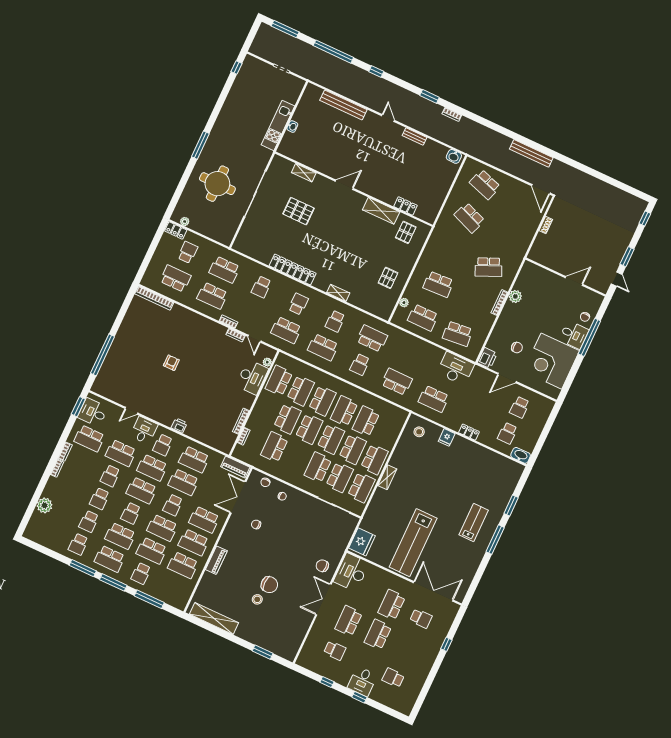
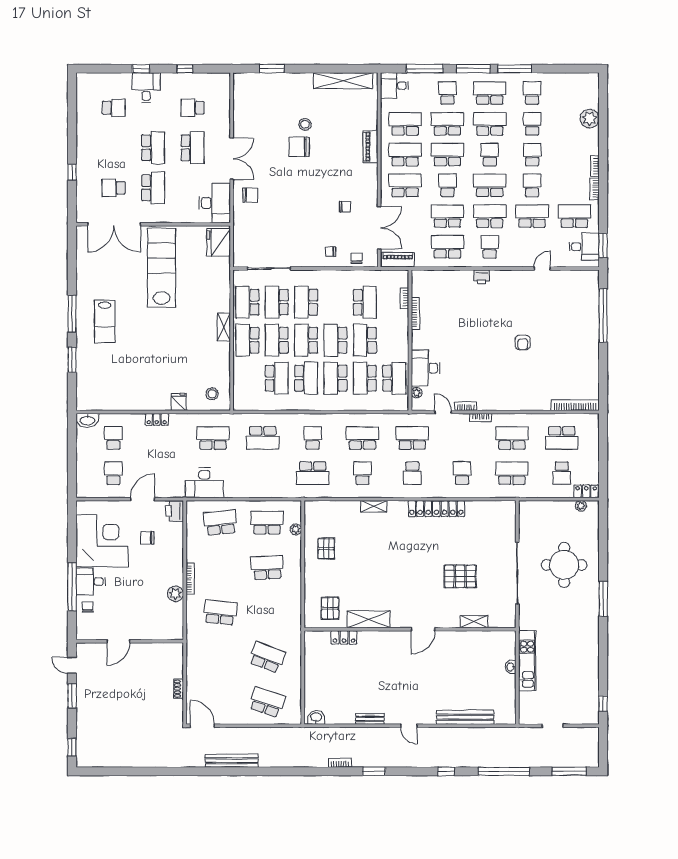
school desk: (489, 267) -> (220, 612), turned 30
desk: (144, 430) -> (394, 86), moved, turned 90
school desk: (318, 467) -> (306, 302), turned 180

